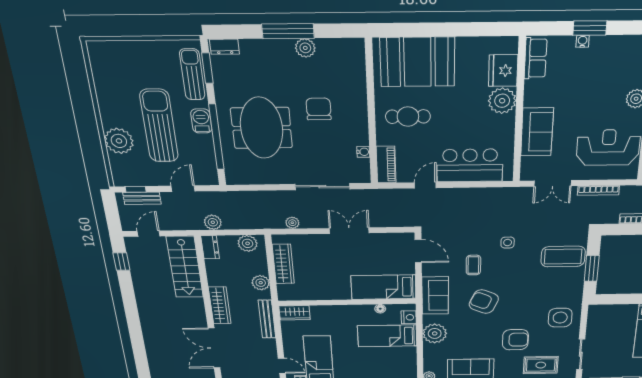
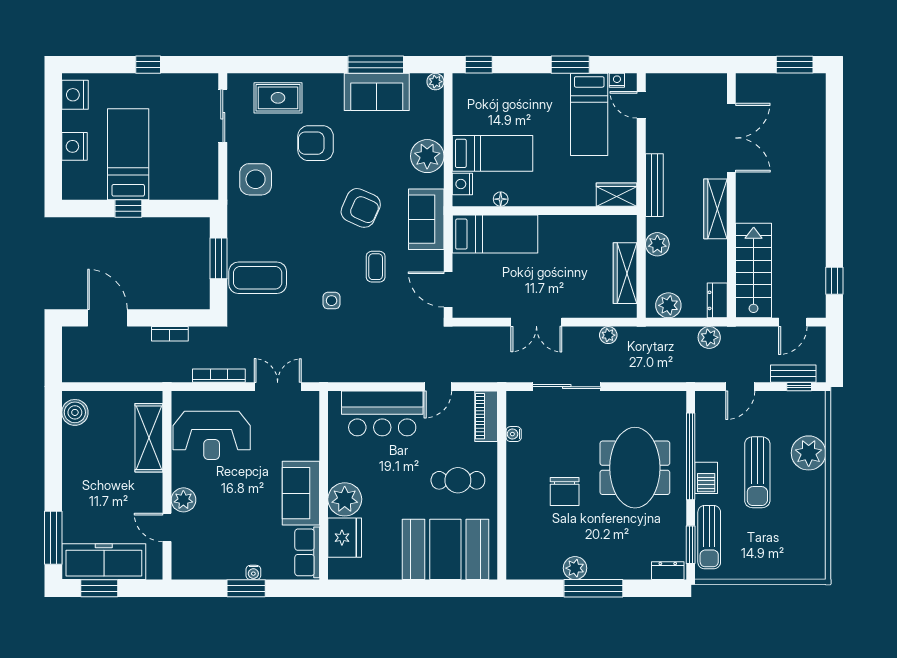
sun lounger: (159, 126) -> (757, 472), width x0.73, depth x0.75
sofa: (537, 132) -> (301, 493), moved

